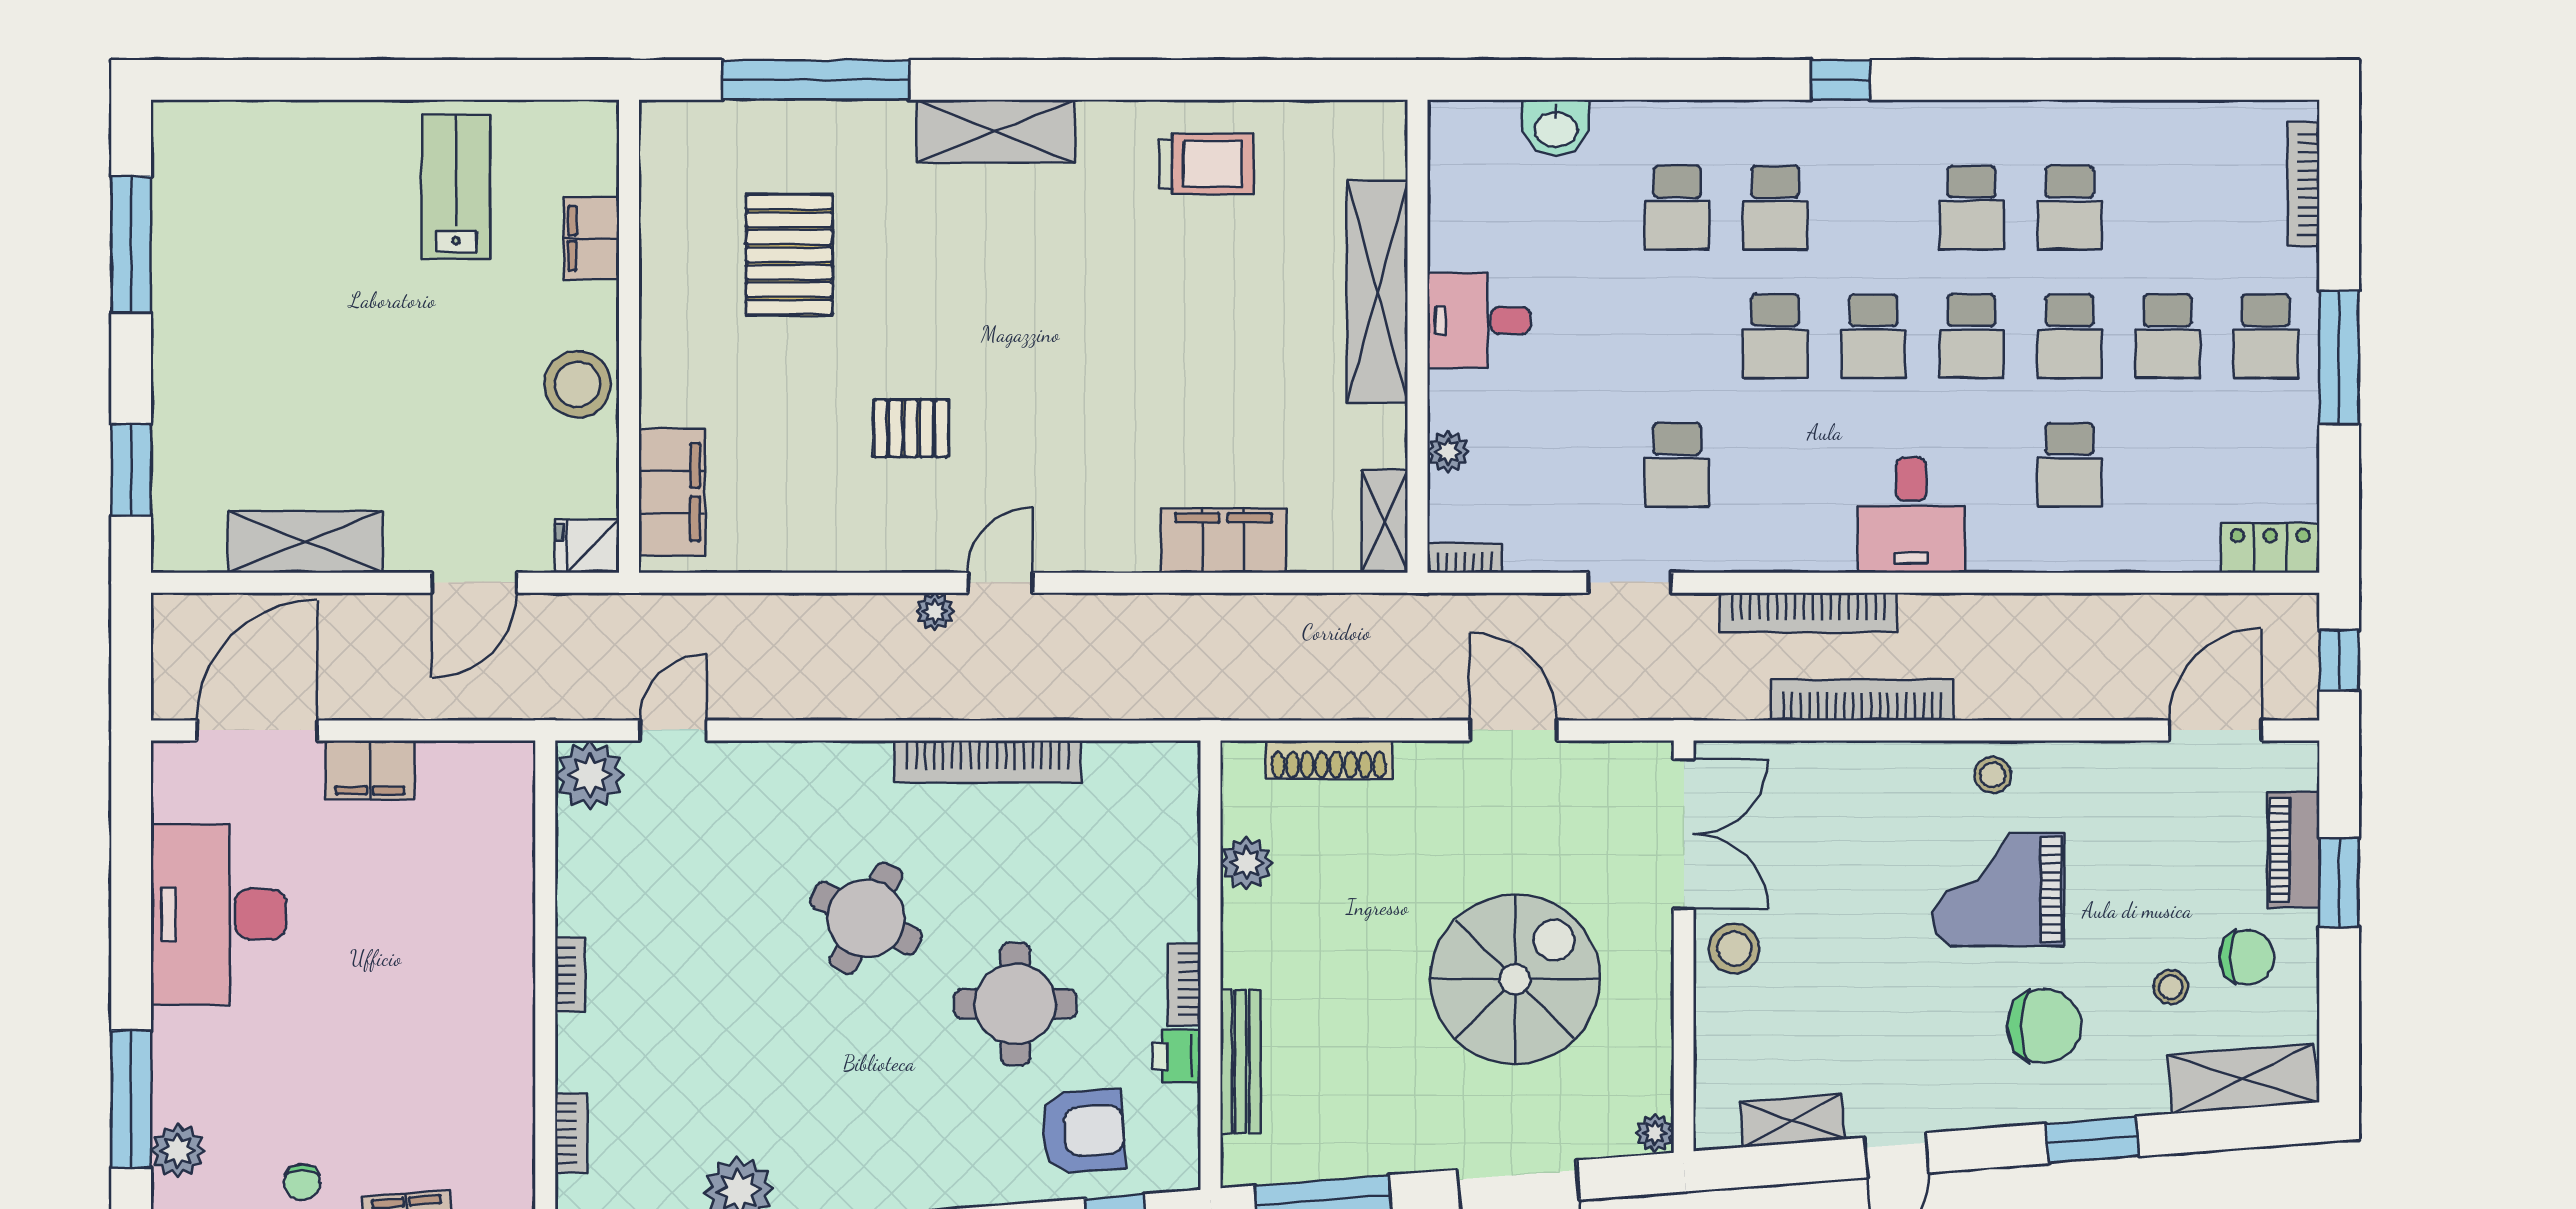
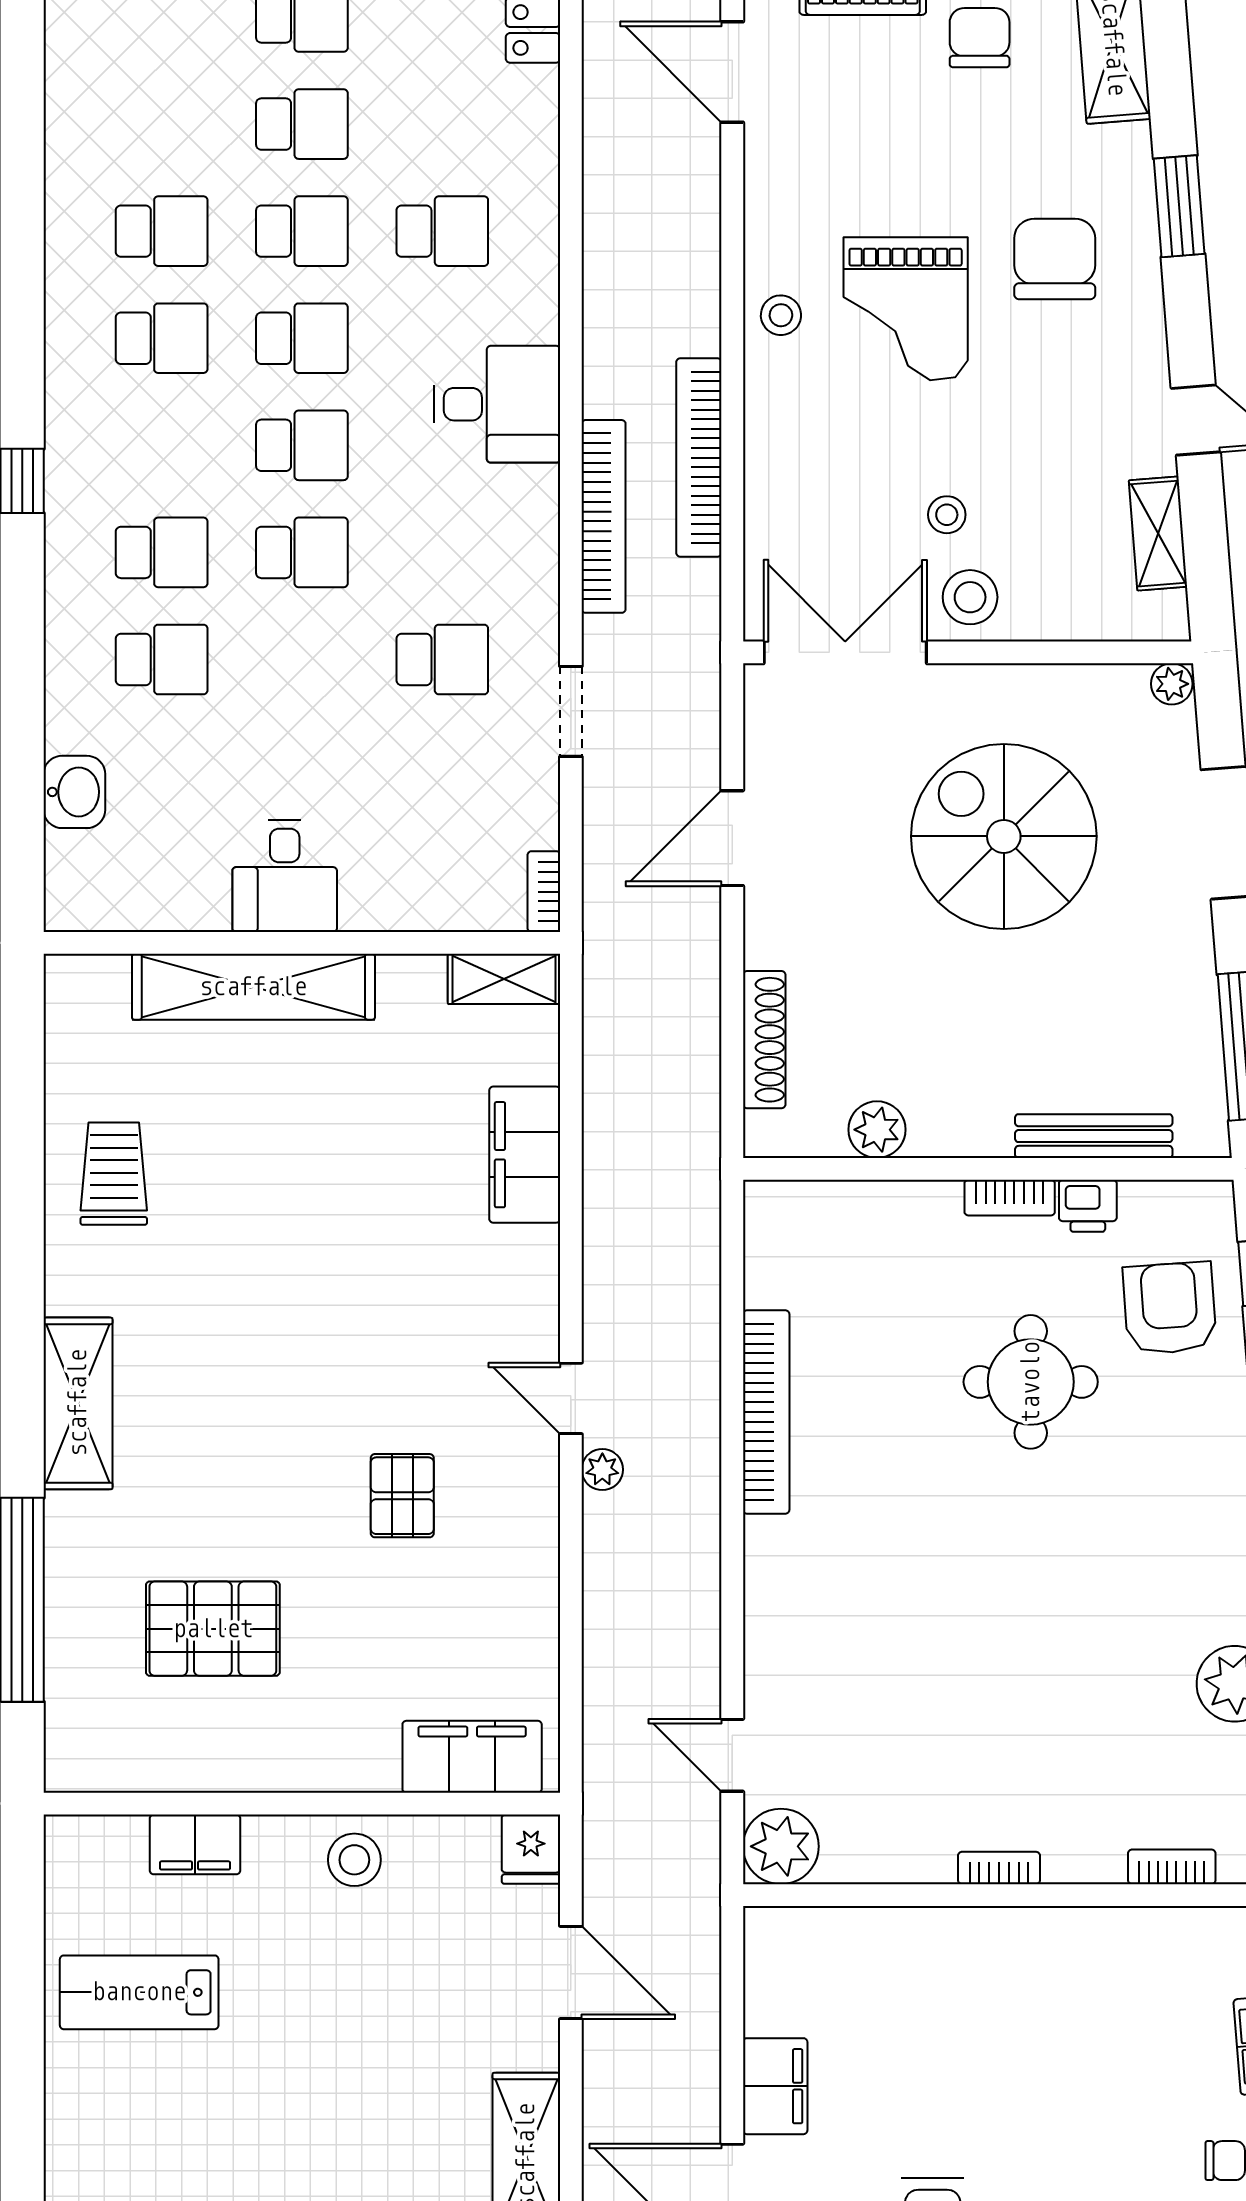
stool: (577, 384) -> (354, 1860), width x0.73, depth x0.73
plant: (1448, 452) -> (428, 910), removed
round table: (866, 918) -> (937, 1545), removed
stool: (2171, 987) -> (947, 515), moved

